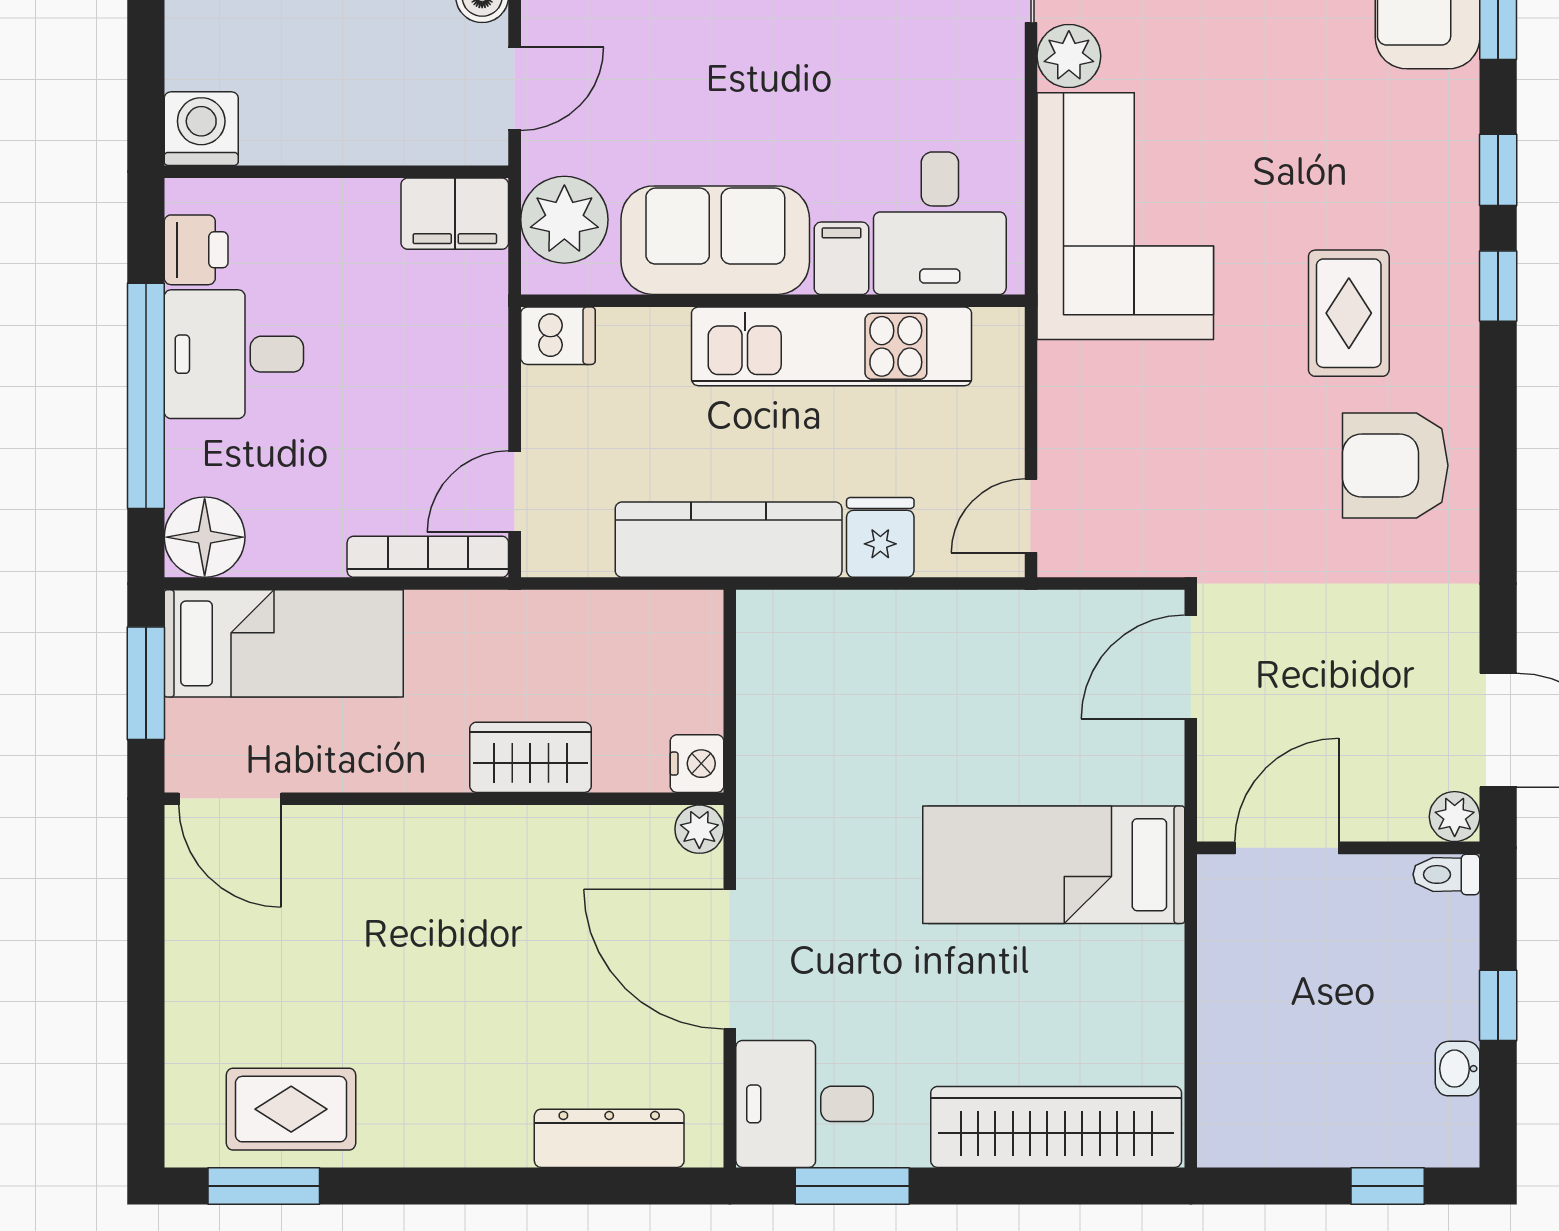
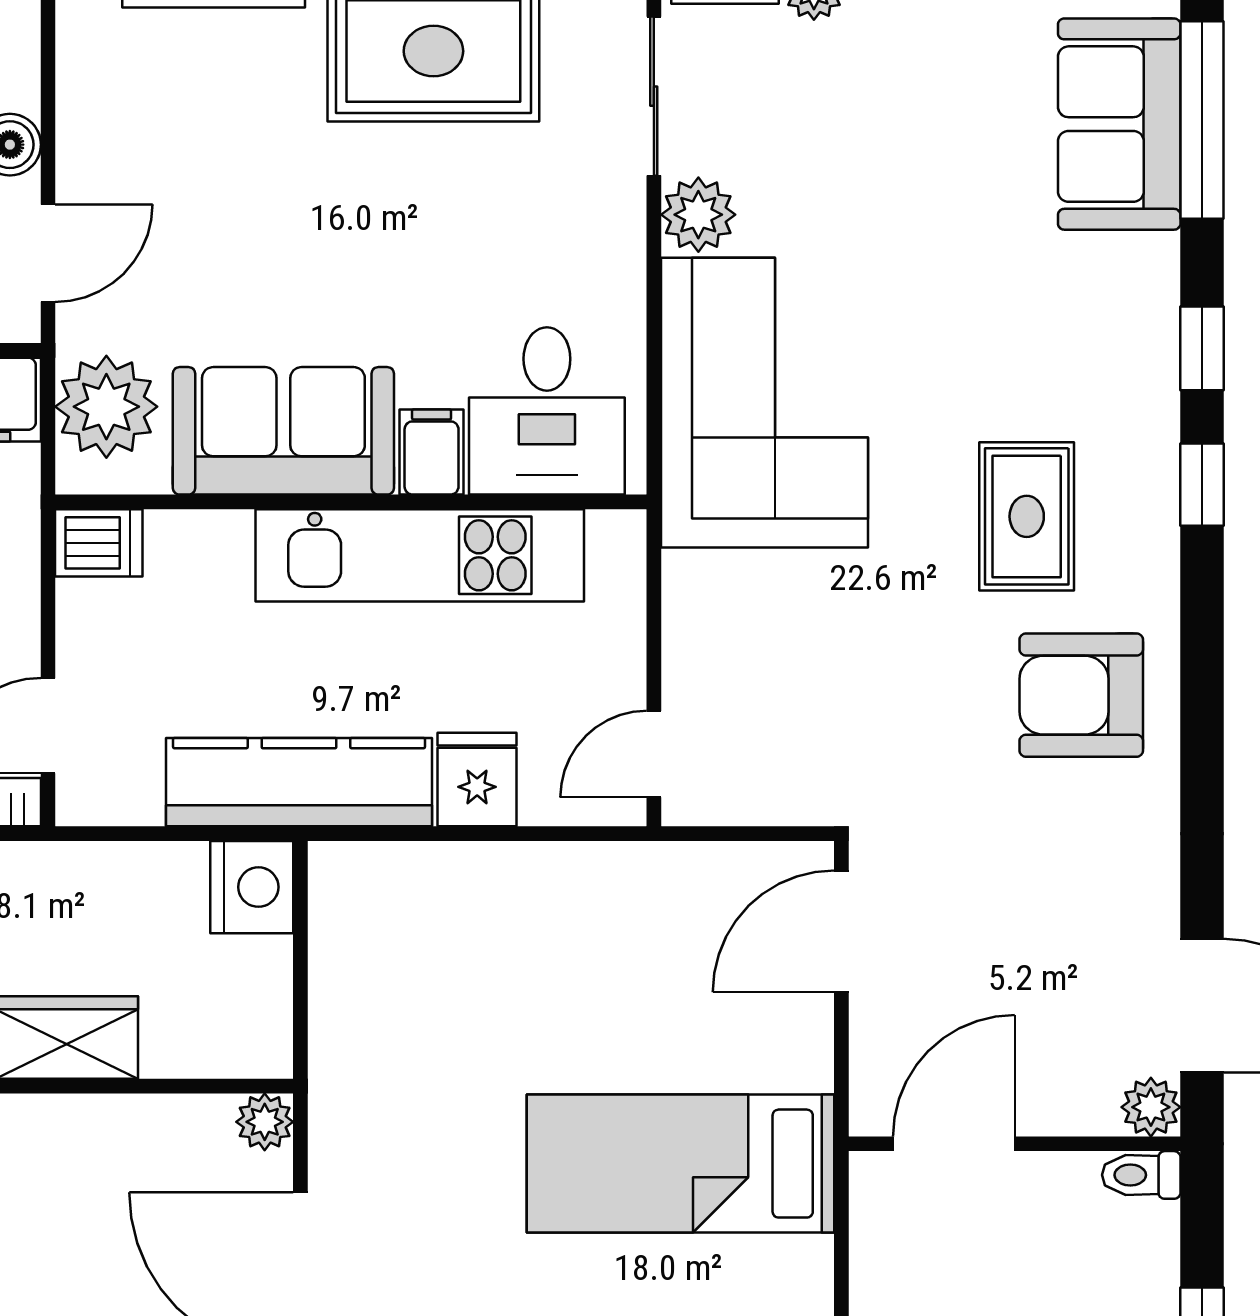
nightstand: (697, 764) -> (252, 887), moved, width x1.36, depth x1.33

